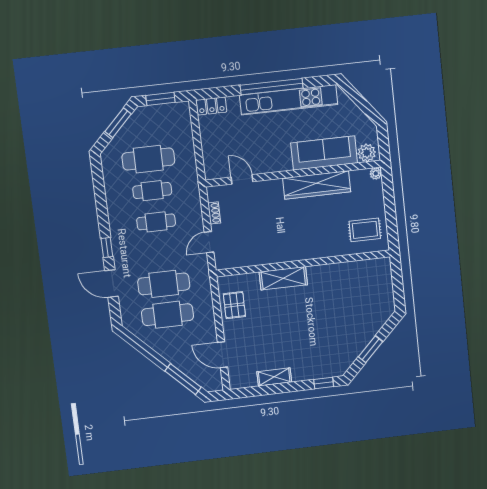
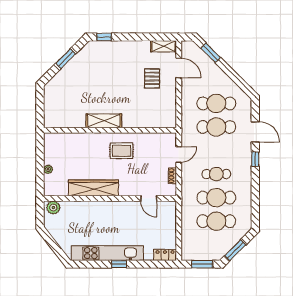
window: (272, 87) -> (119, 264), width x0.32
sofa: (324, 153) -> (85, 211), removed
plant: (376, 173) -> (48, 169), moved
cafe table: (152, 191) -> (216, 198), width x1.37, depth x1.35
rug: (365, 230) -> (122, 151), moved
shelving: (283, 278) -> (104, 121), moved
pallet: (234, 305) -> (152, 78), moved
shelving: (274, 377) -> (164, 46), moved
window: (183, 379) -> (211, 53), width x0.69

